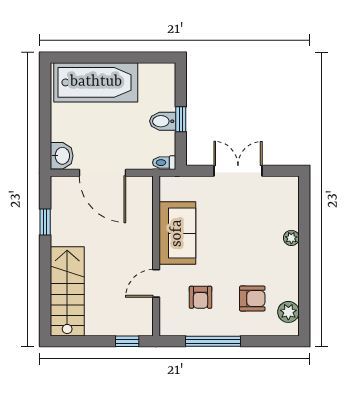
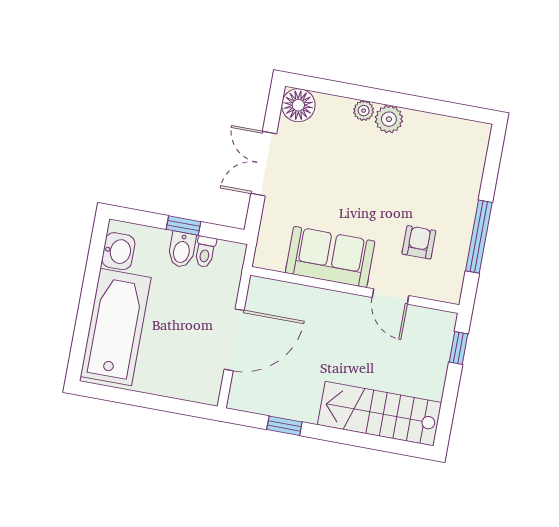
washbasin: (62, 156) -> (118, 251), moved, turned 90
toilet: (164, 163) -> (205, 252), moved
floor lamp: (286, 188) -> (298, 105), added
armchair: (201, 297) -> (419, 242), turned -90
armchair: (252, 299) -> (433, 176), removed
plant: (288, 312) -> (389, 119), moved

